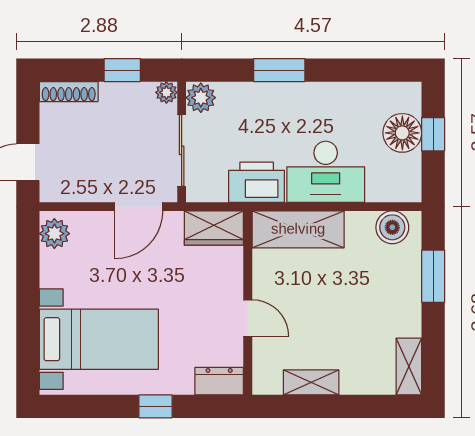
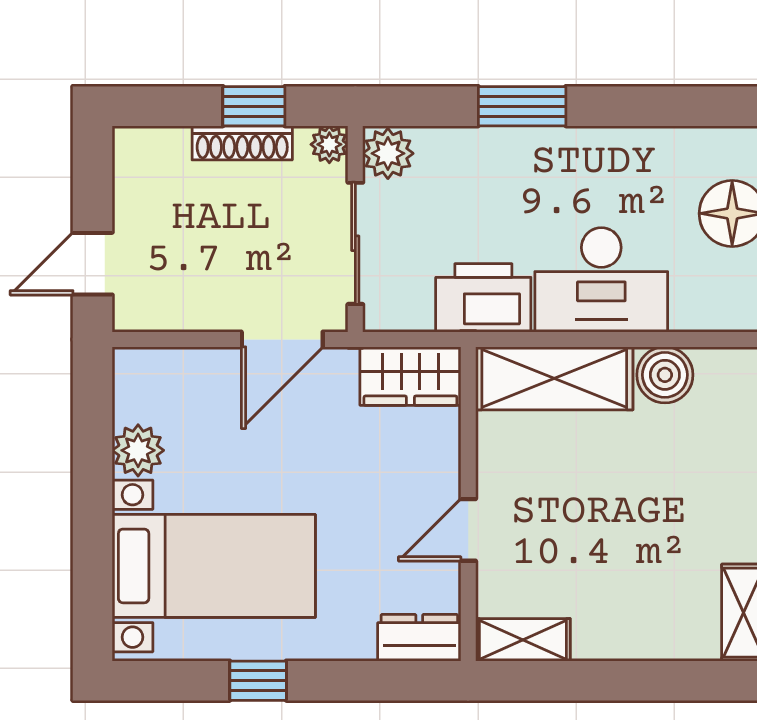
shoe rack: (69, 92) -> (242, 143), moved
boiler: (392, 227) -> (665, 375), moved
plant: (54, 234) -> (138, 450), moved
door: (248, 318) -> (468, 530), swing flipped
shelving: (311, 382) -> (523, 640), moved
window: (155, 406) -> (258, 681), moved

